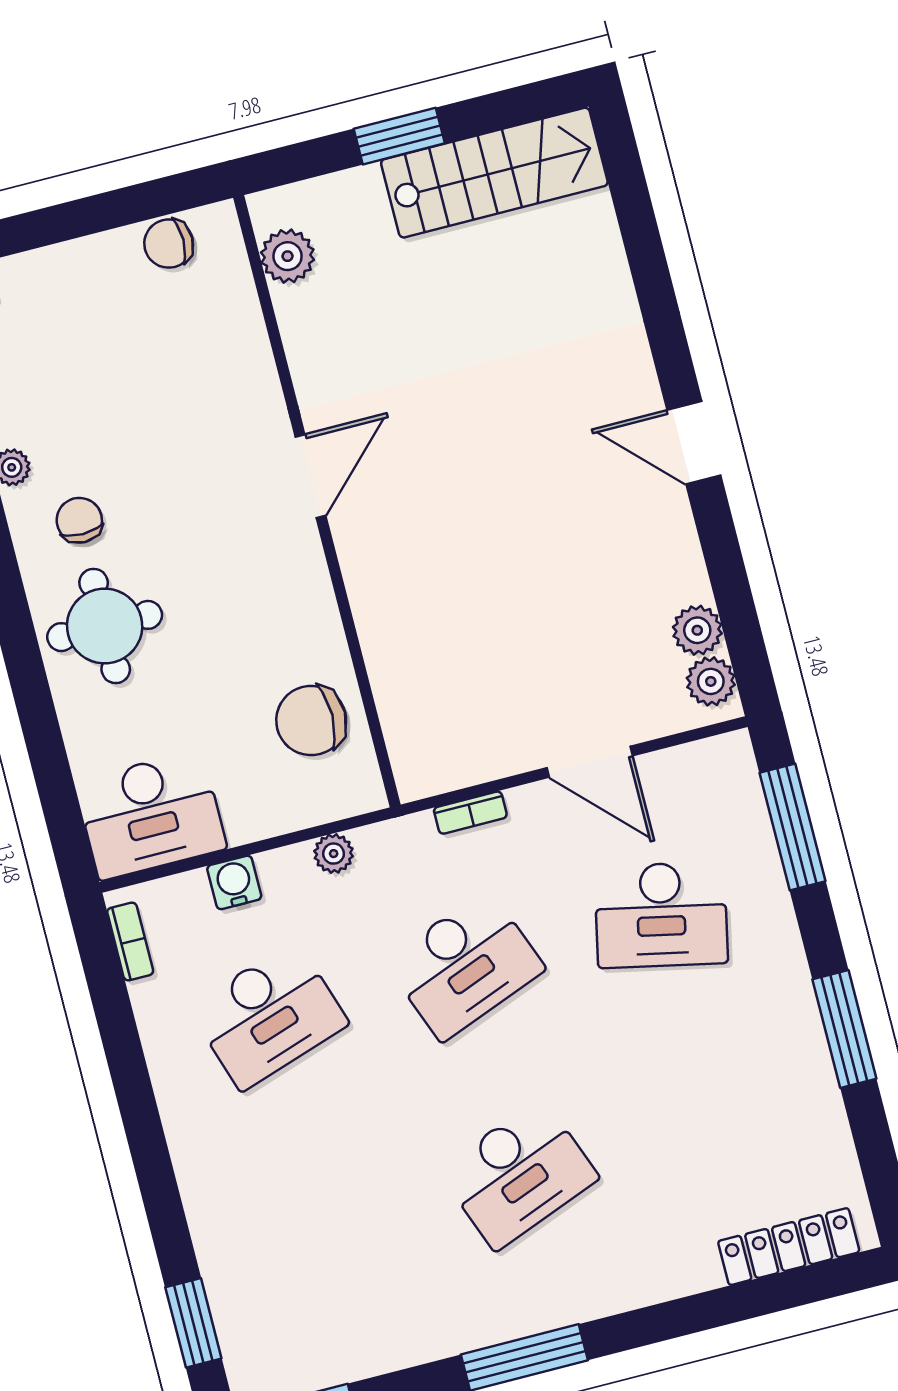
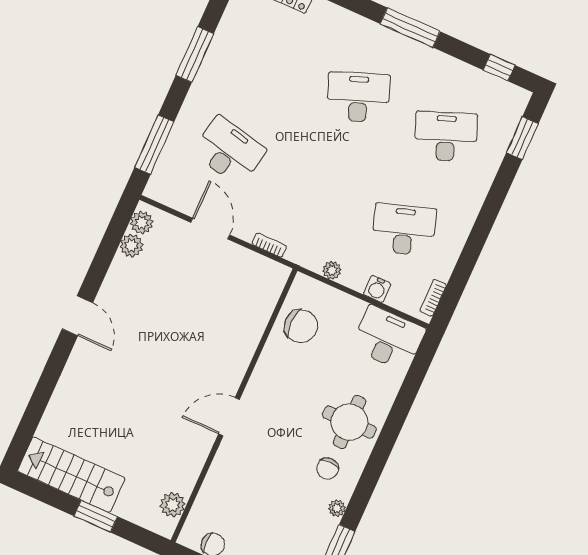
desk: (465, 965) -> (446, 136), moved

